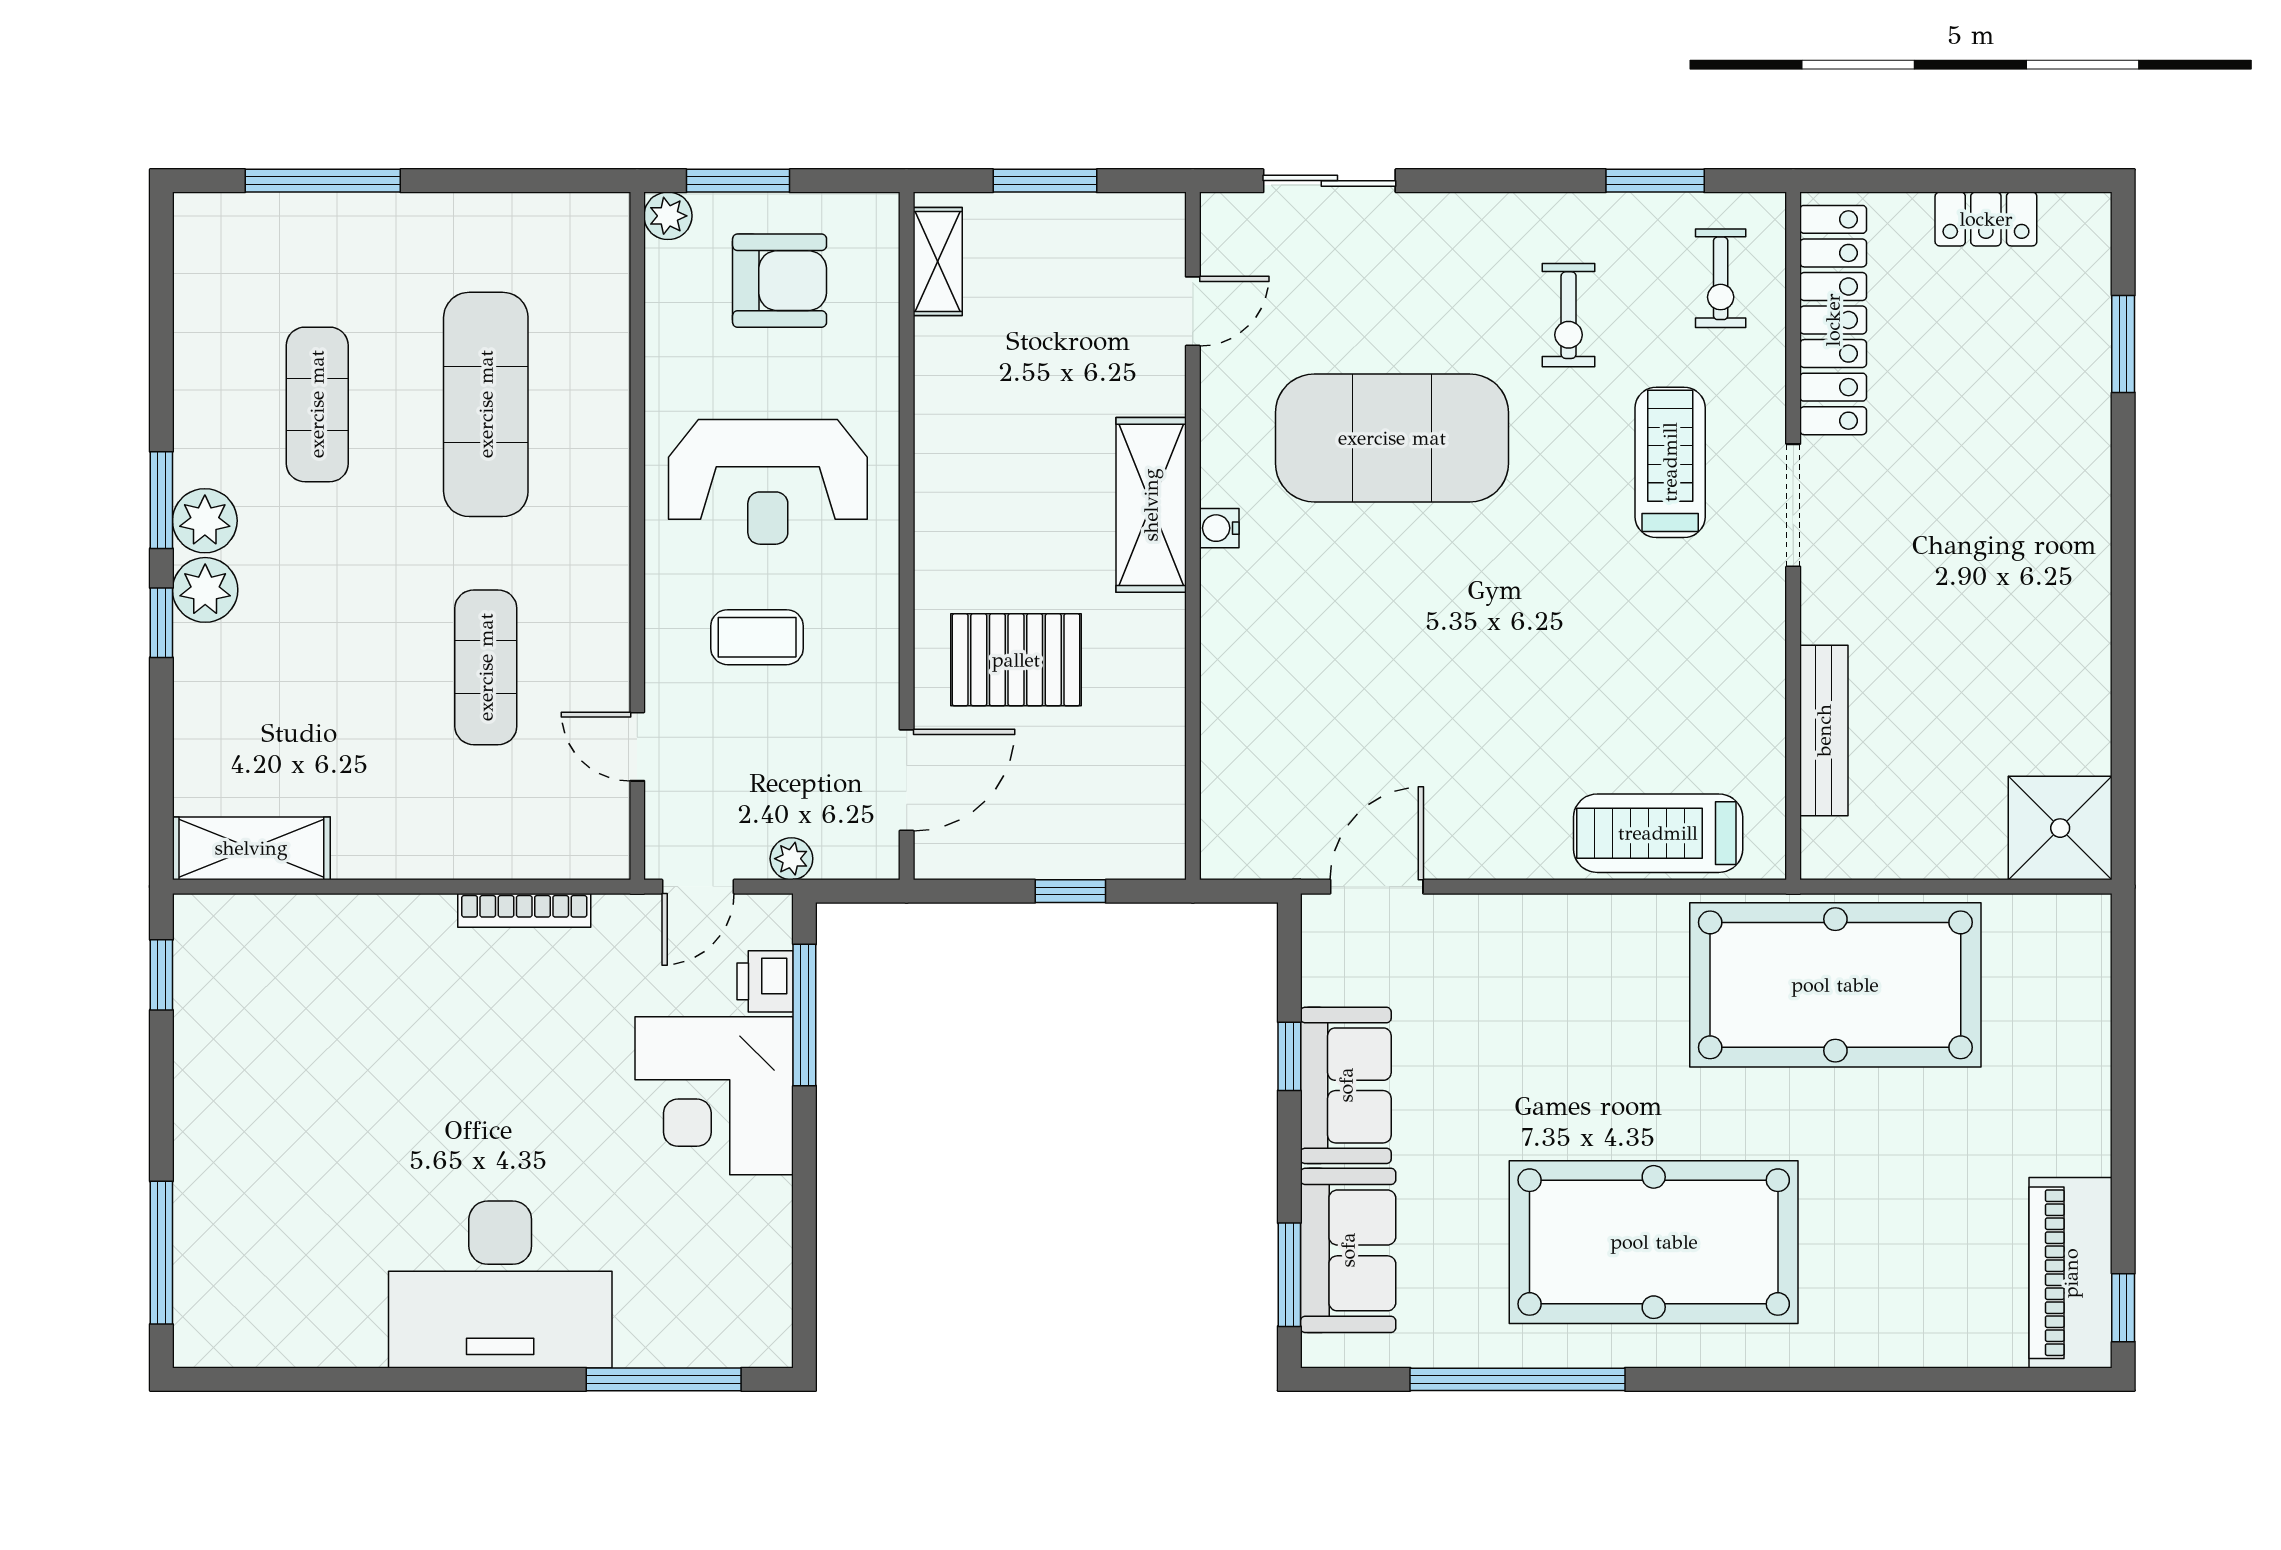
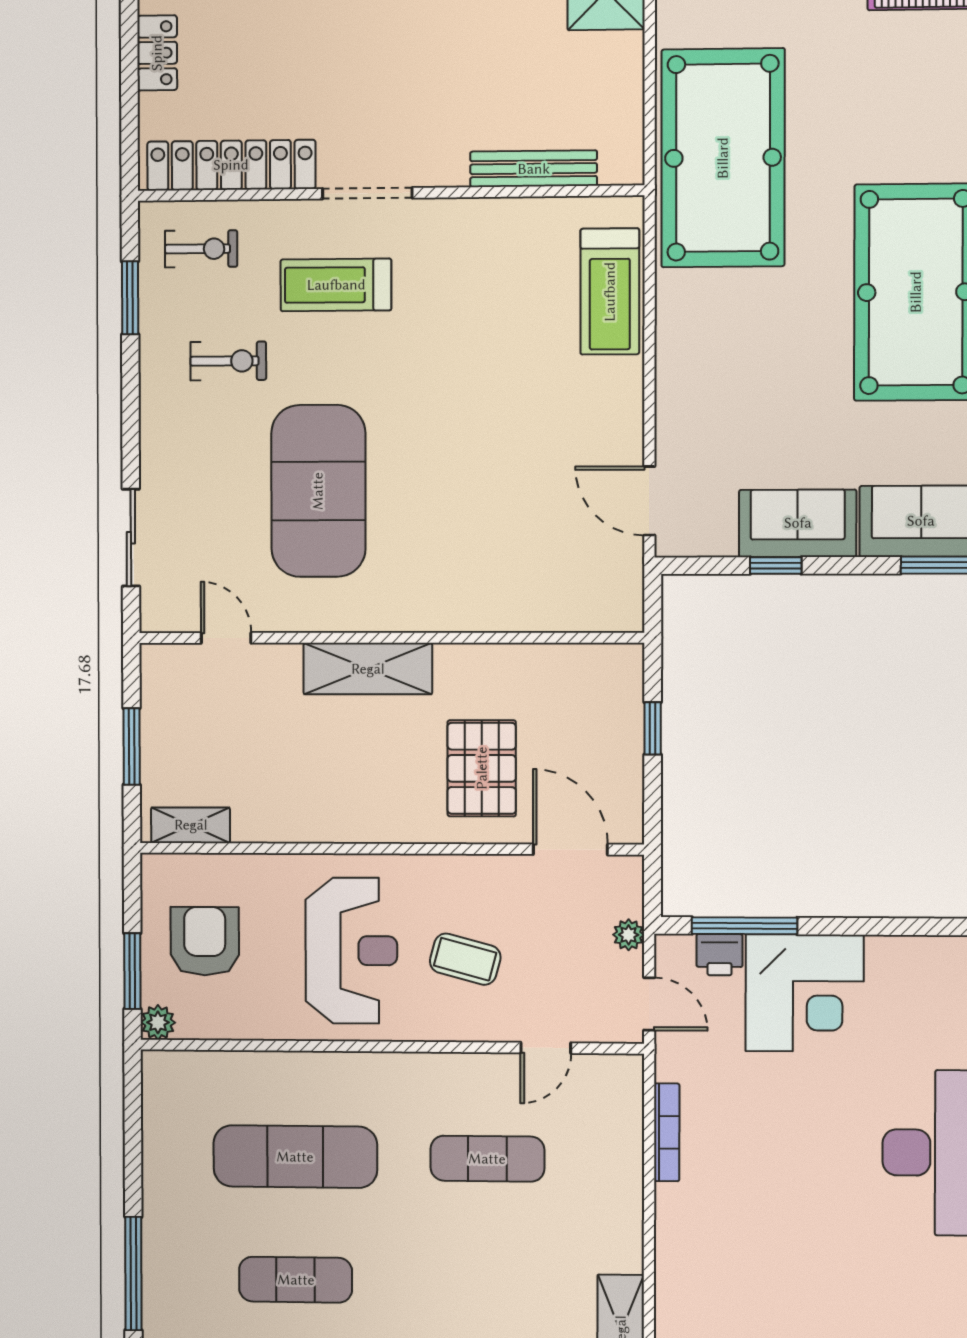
water cooler: (1219, 528) -> (385, 618), removed
coffee table: (757, 637) -> (465, 959), turned -75

